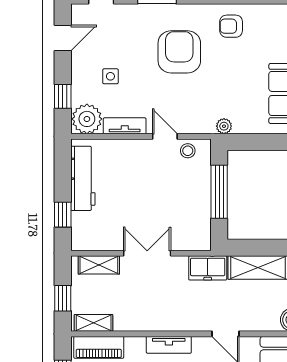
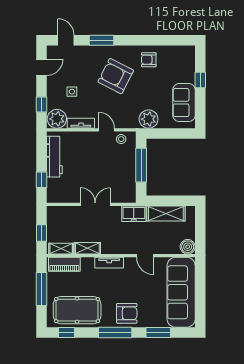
armchair: (179, 52) -> (116, 76), turned -63
plant: (224, 126) -> (149, 119), width x1.87, depth x1.87
shelving: (99, 265) -> (87, 248), moved

